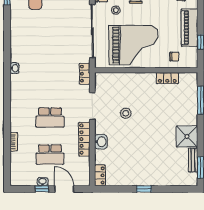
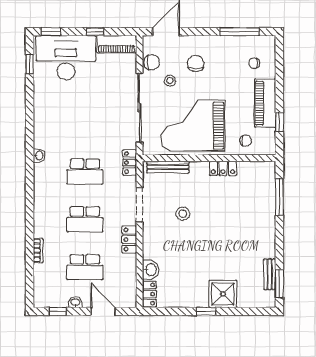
grand piano: (134, 45) -> (193, 126), turned 180
bench: (114, 77) -> (168, 167), added
locker: (167, 78) -> (223, 168), moved
school desk: (50, 81) -> (85, 172), added
shower: (187, 136) -> (223, 294), moved
locker: (84, 139) -> (129, 240), width x0.66
washbasin: (101, 142) -> (151, 270), moved
window: (42, 189) -> (58, 311), moved

